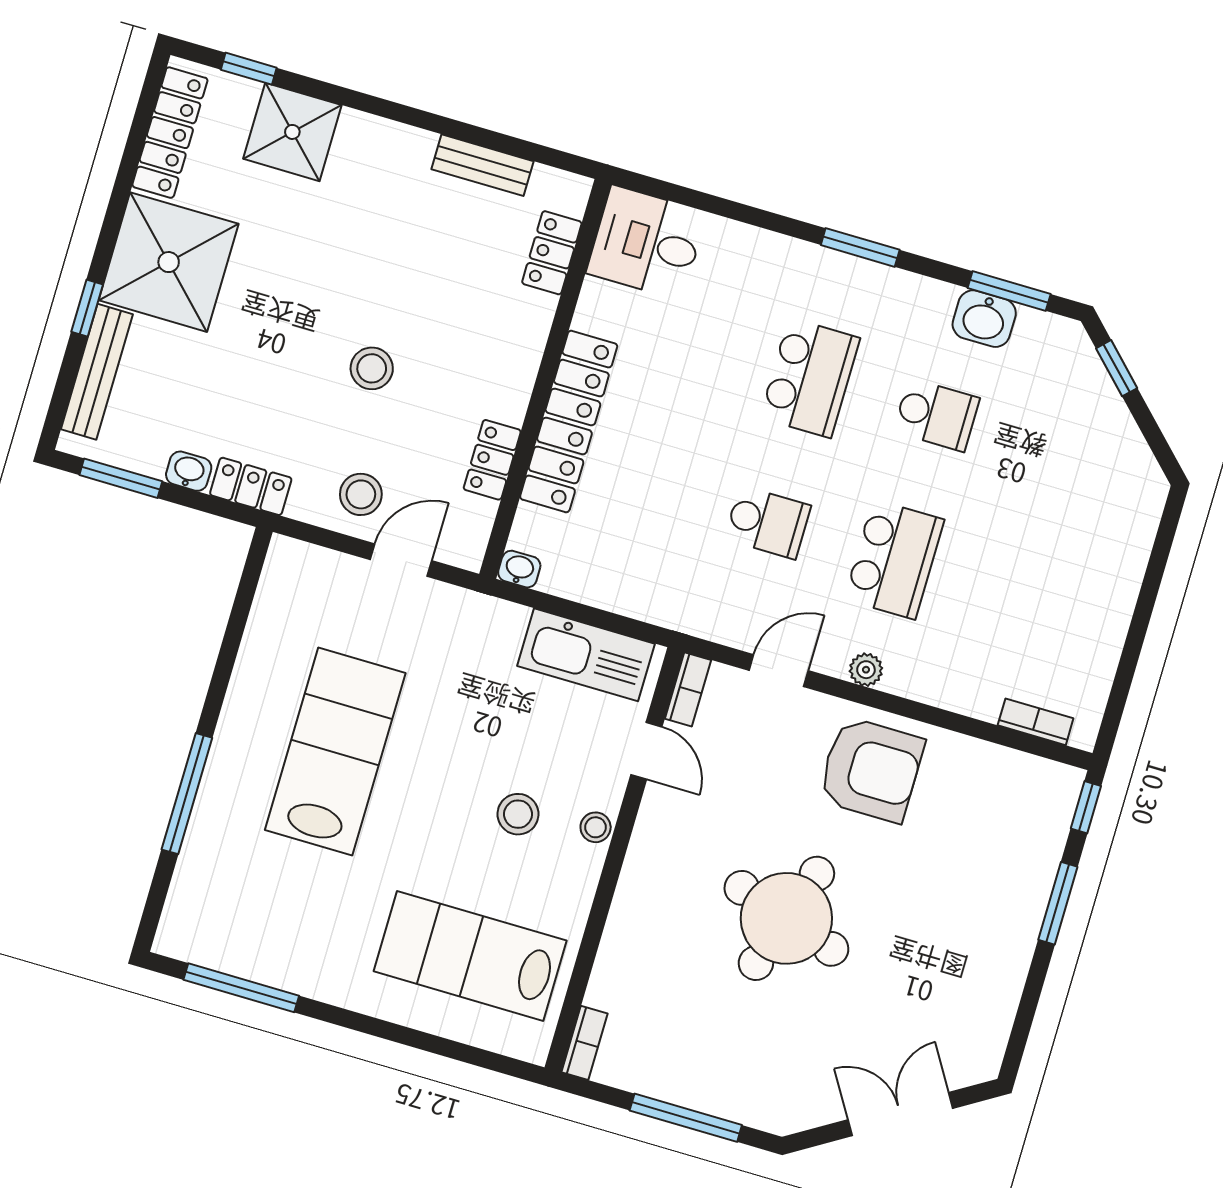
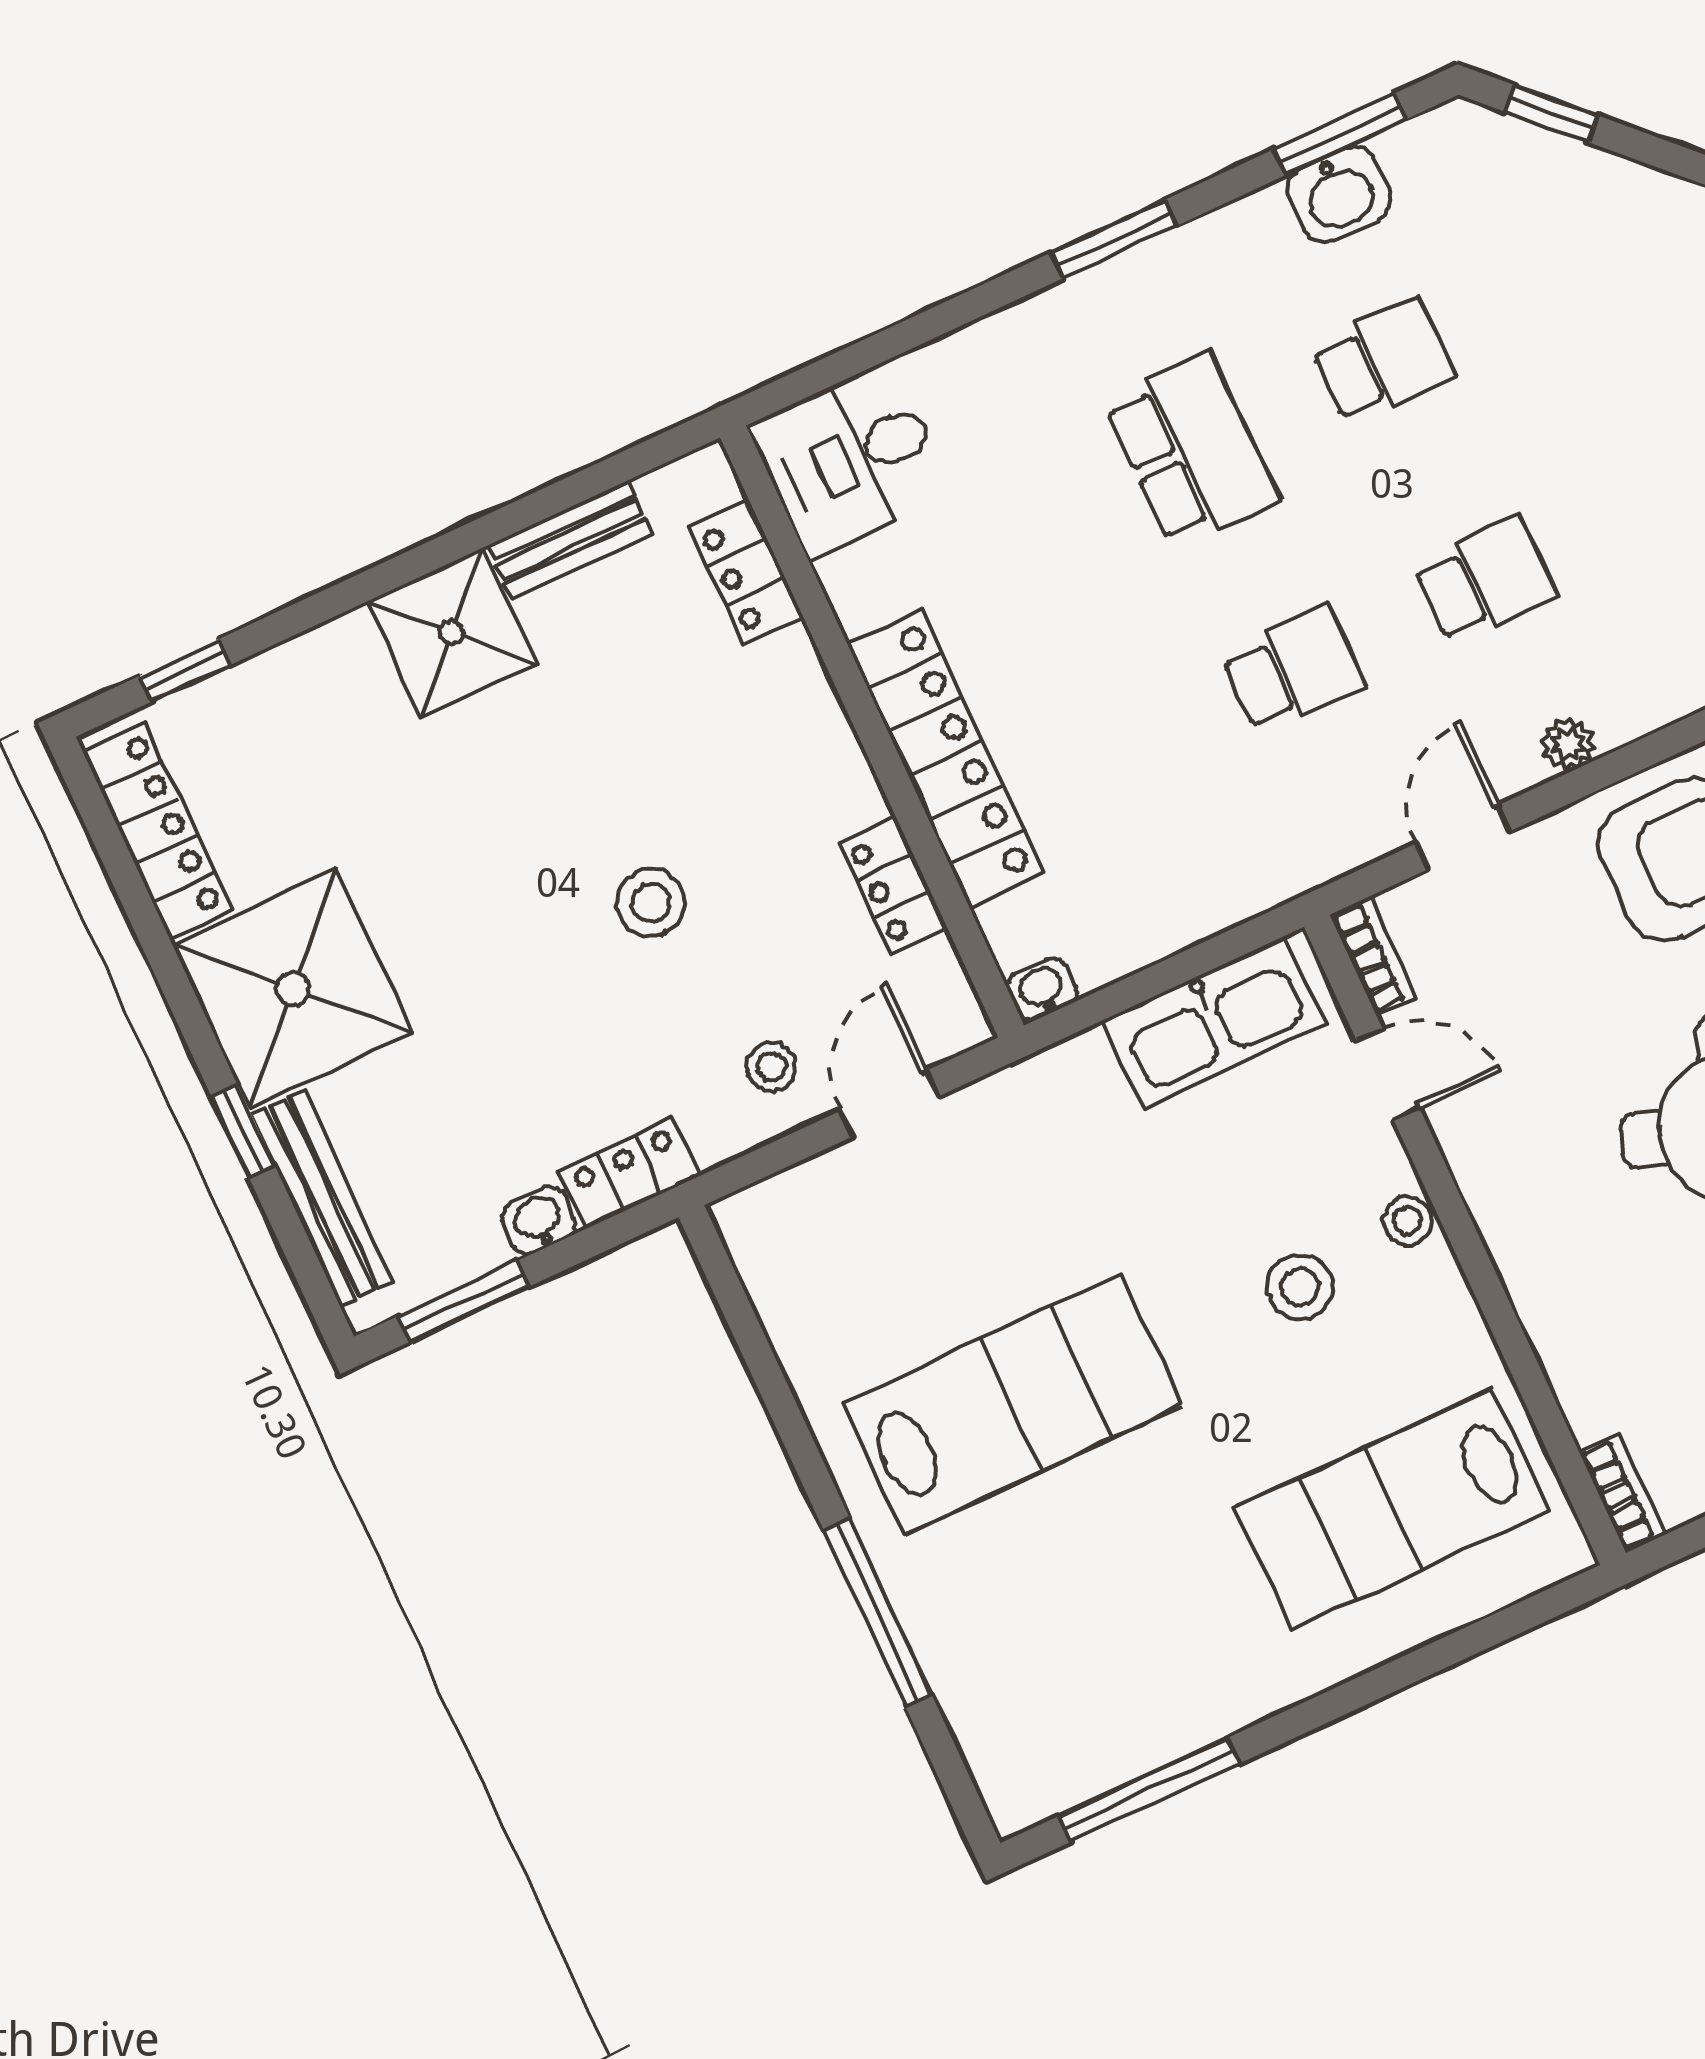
shower: (292, 132) -> (452, 633), moved
stool: (361, 494) -> (771, 1067), width x0.73, depth x0.73
school desk: (894, 559) -> (1485, 580), width x0.54
lab bench: (335, 752) -> (1013, 1405), turned 90

